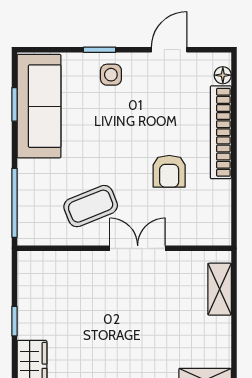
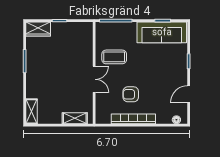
door: (169, 50) -> (189, 94), swing flipped
side table: (111, 75) -> (177, 67), removed
bookcase: (221, 132) -> (133, 119), moved
coffee table: (91, 206) -> (114, 57), turned -68

